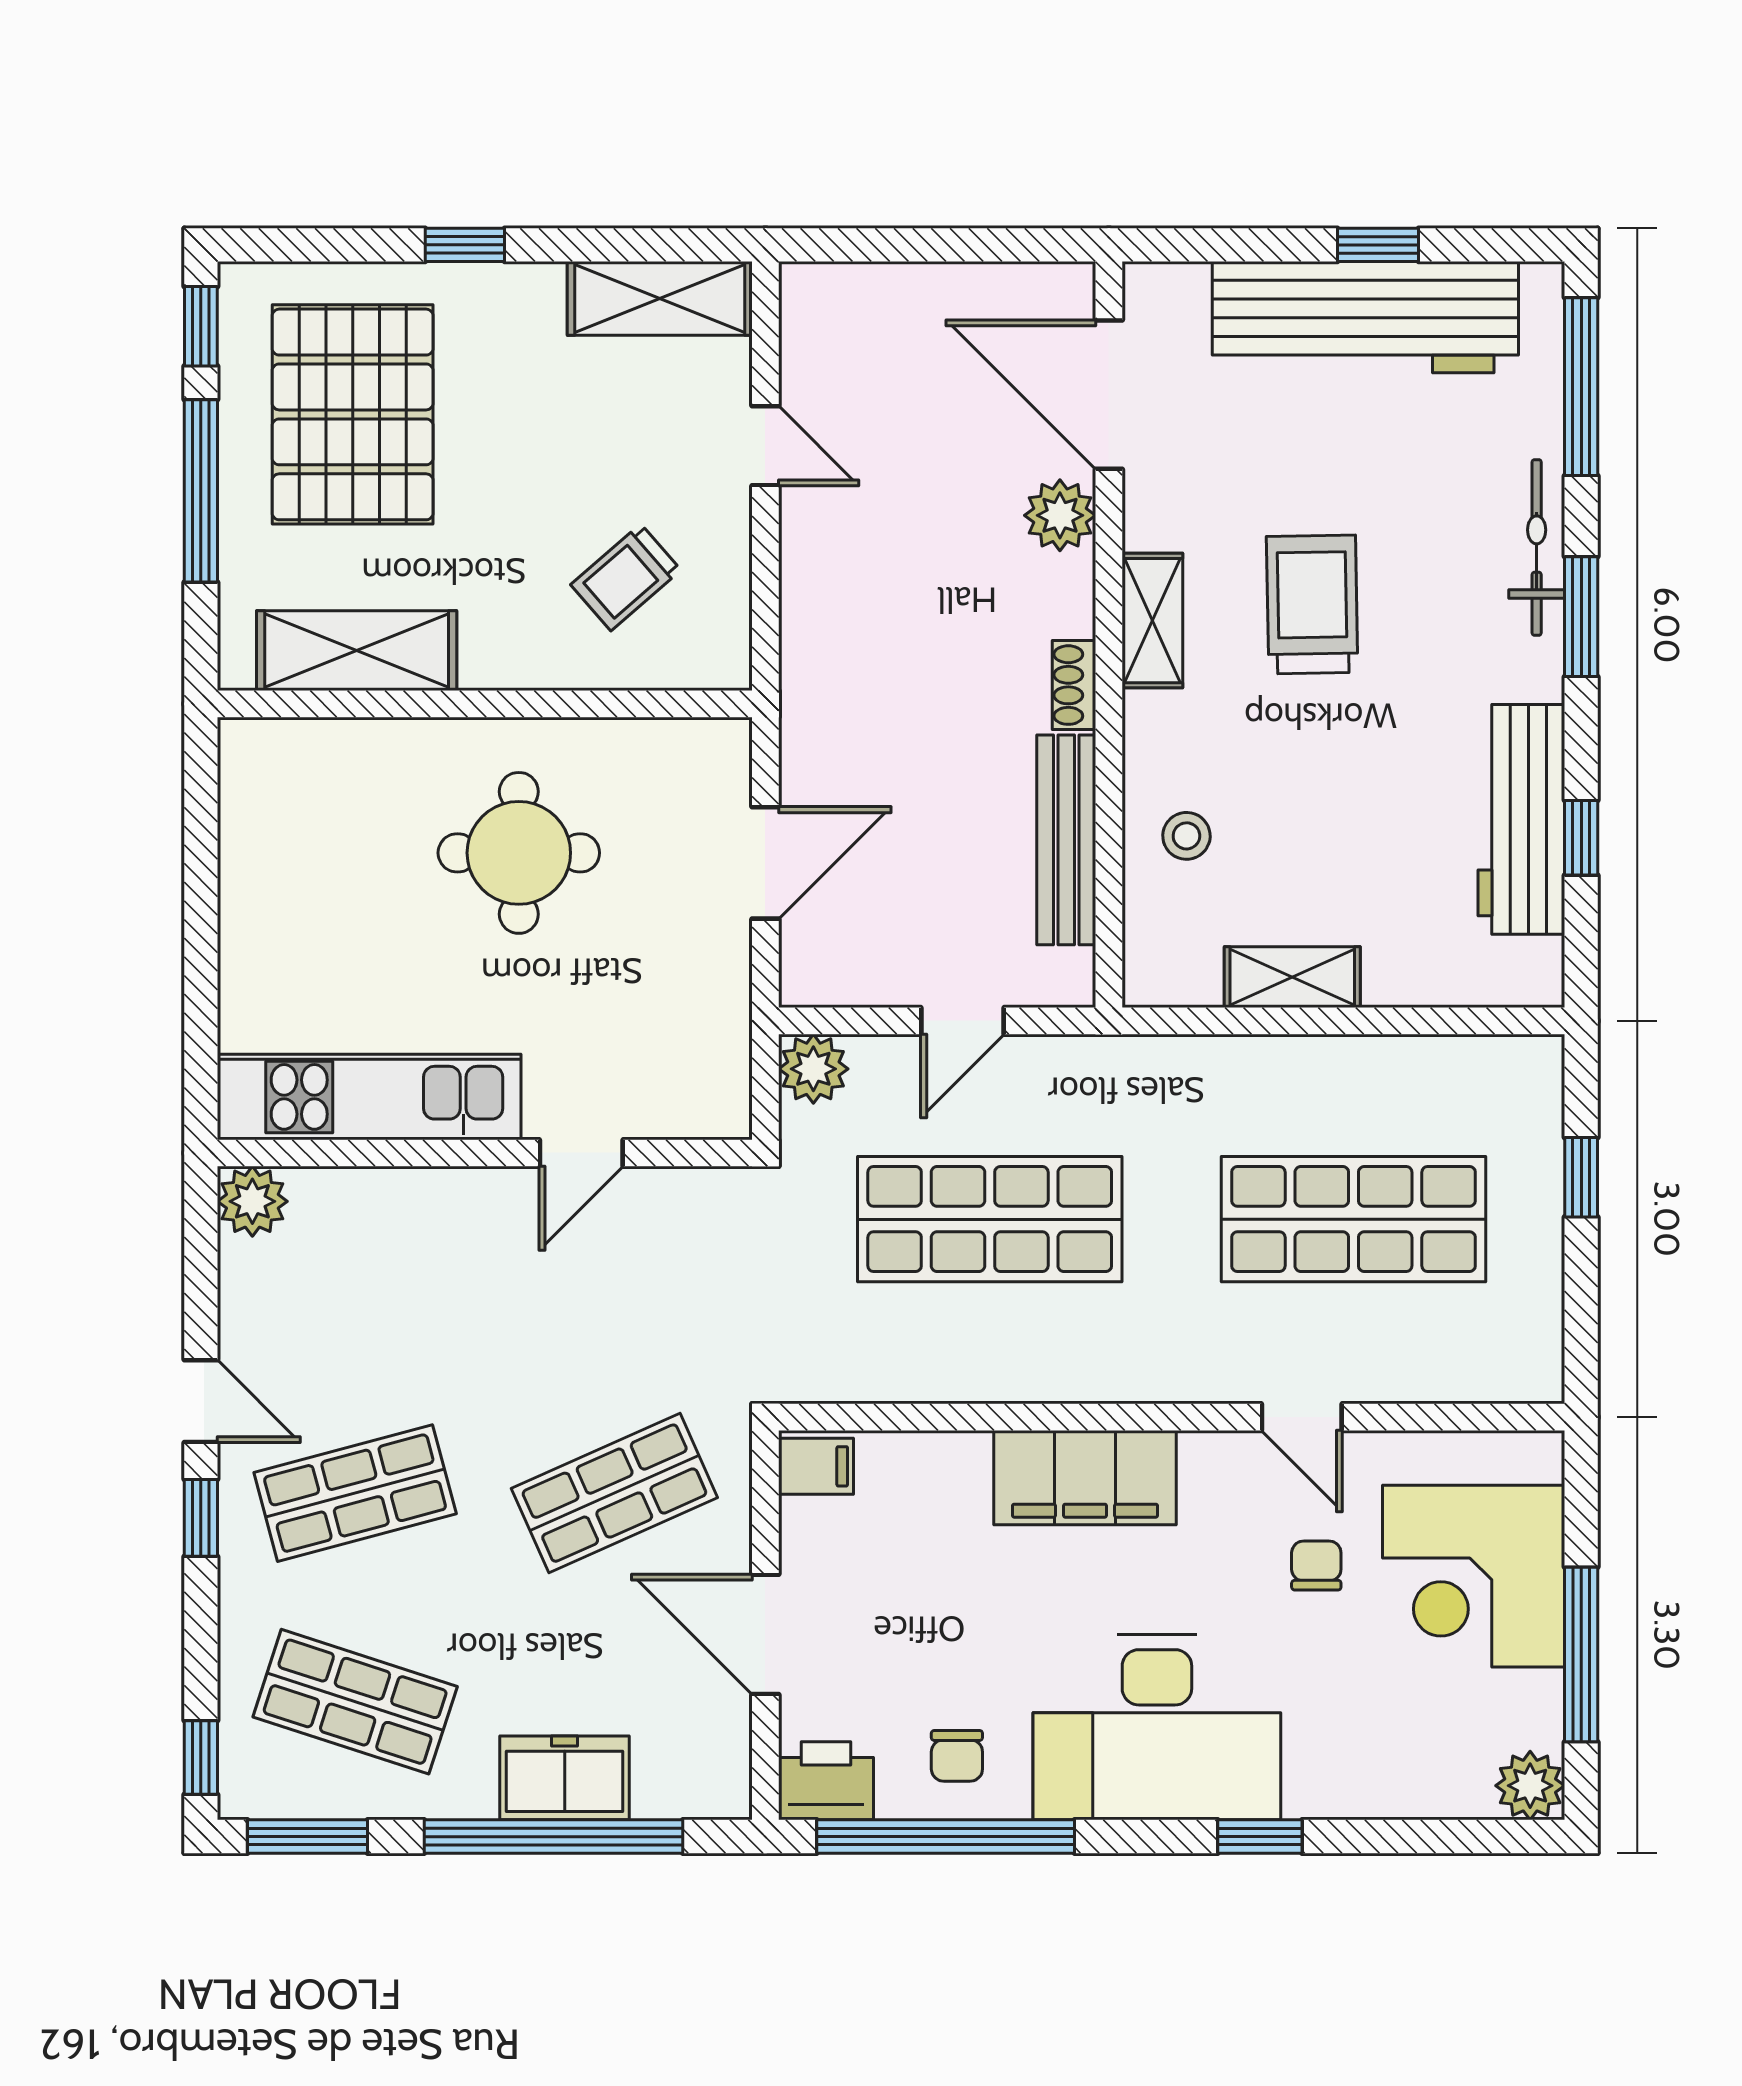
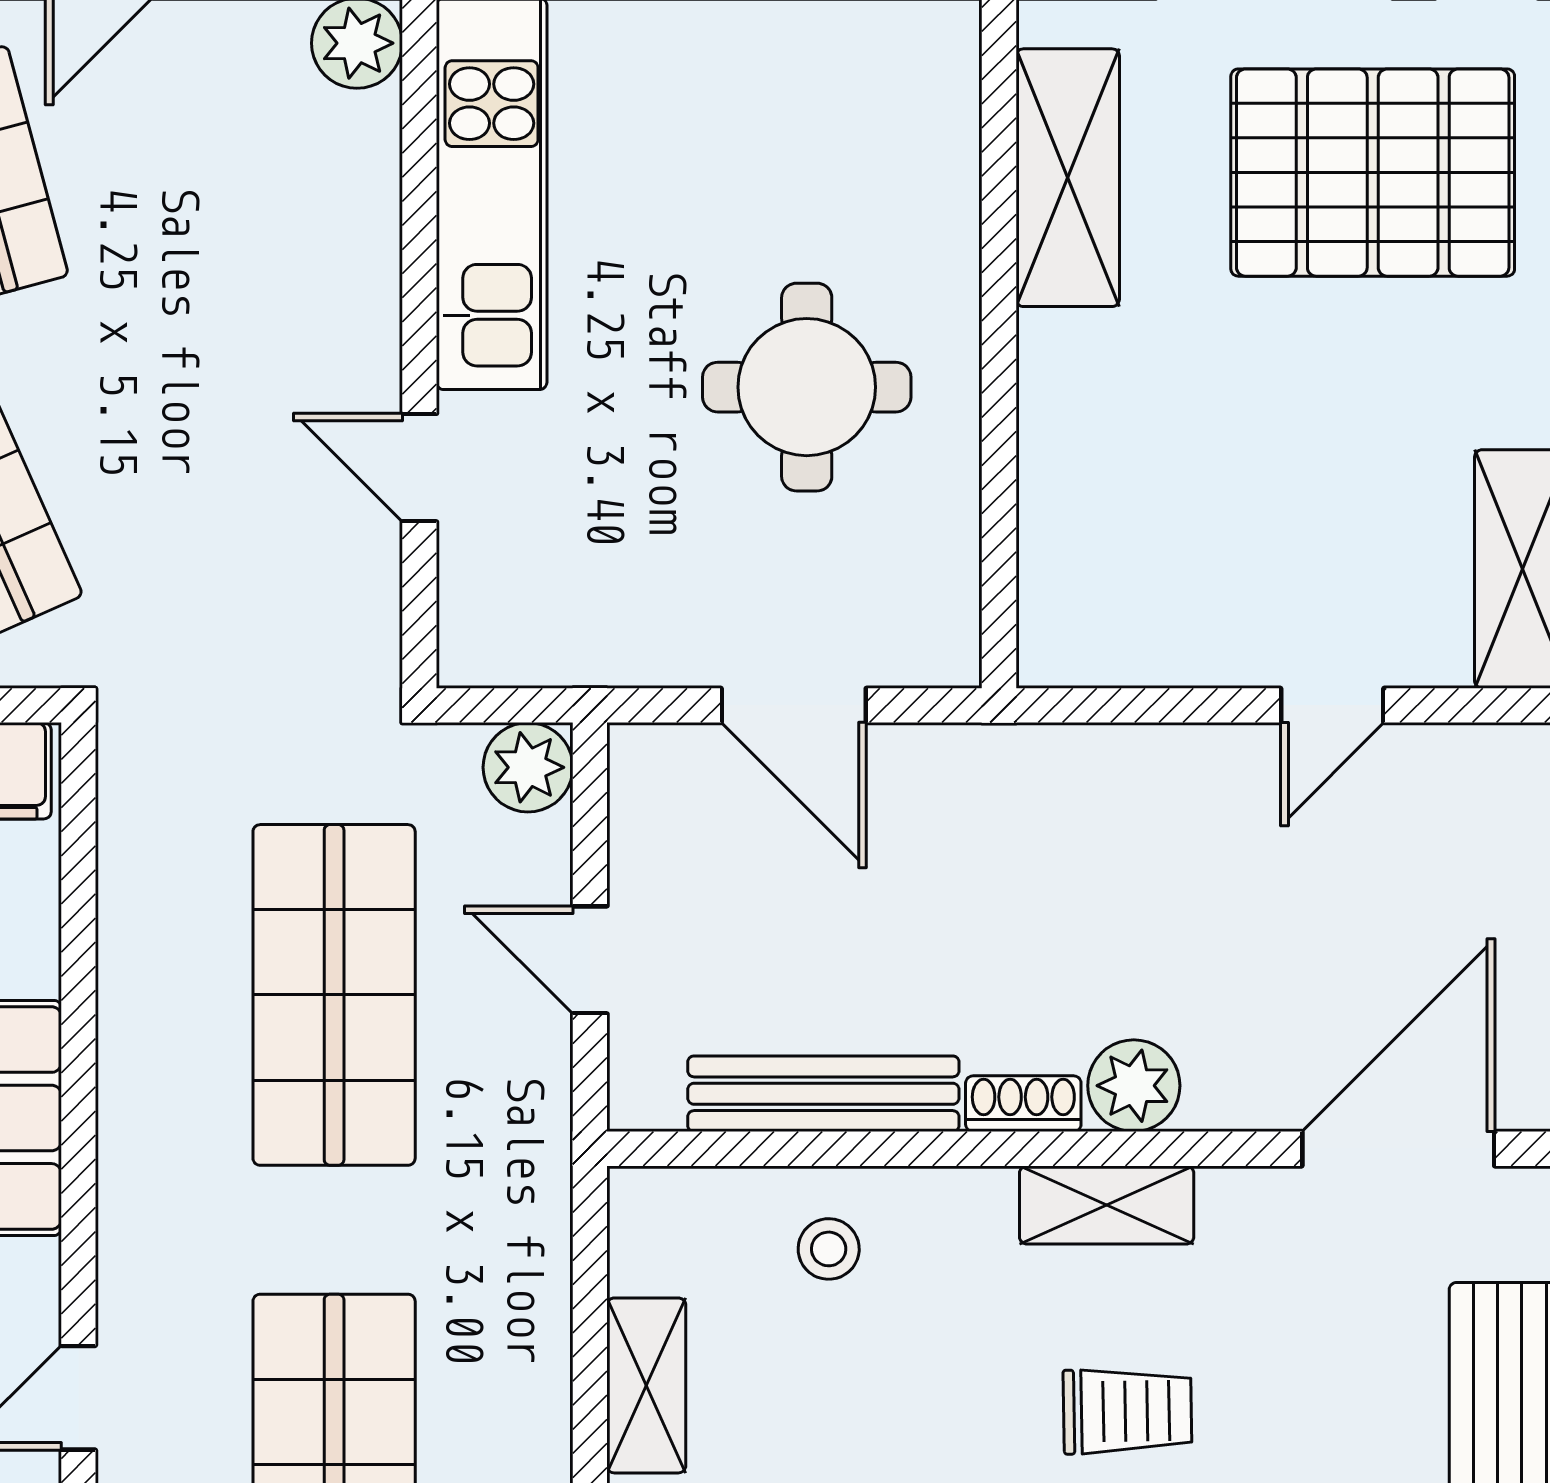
plant: (1060, 515) -> (1134, 1086), moved
trolley: (626, 577) -> (1162, 525), removed
trolley: (1312, 604) -> (1127, 1411), width x0.73, depth x0.72

